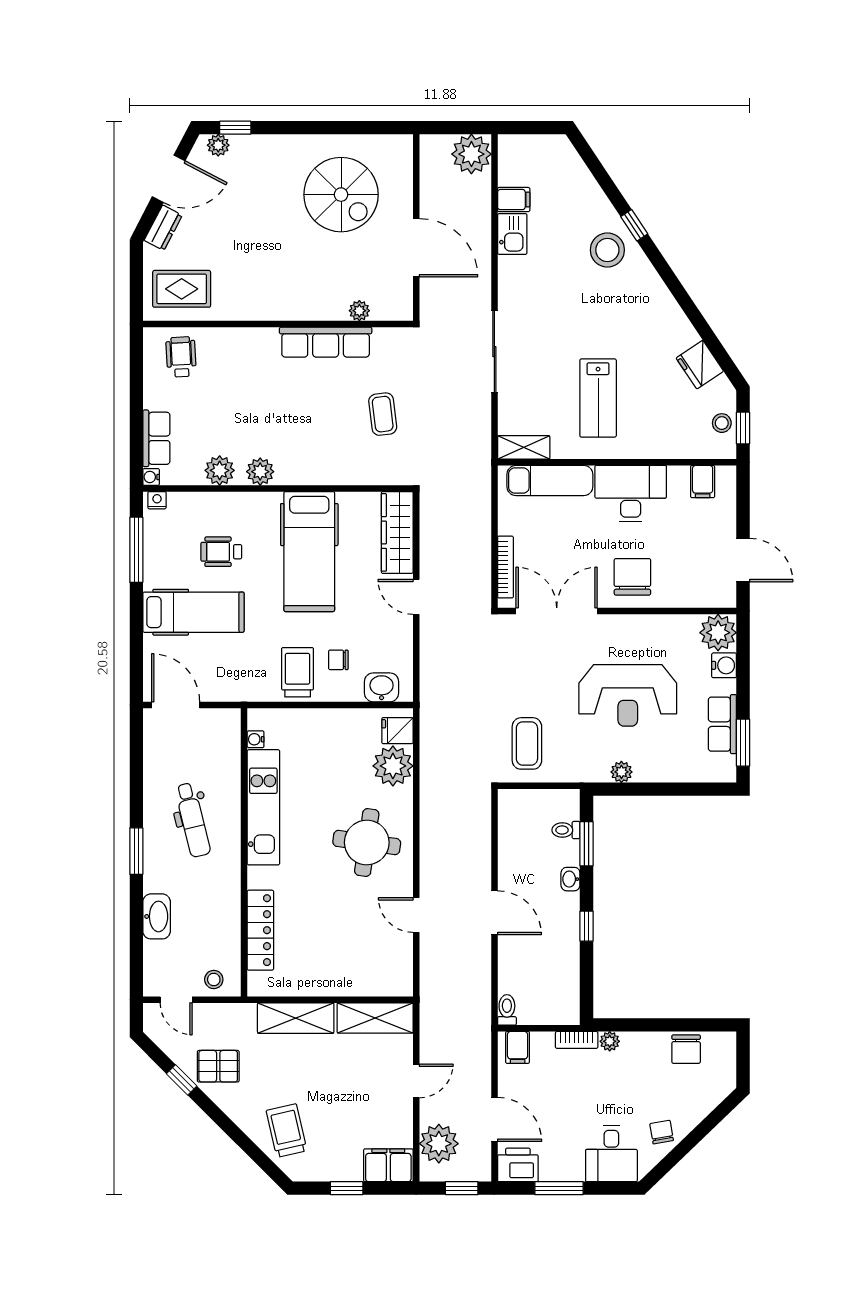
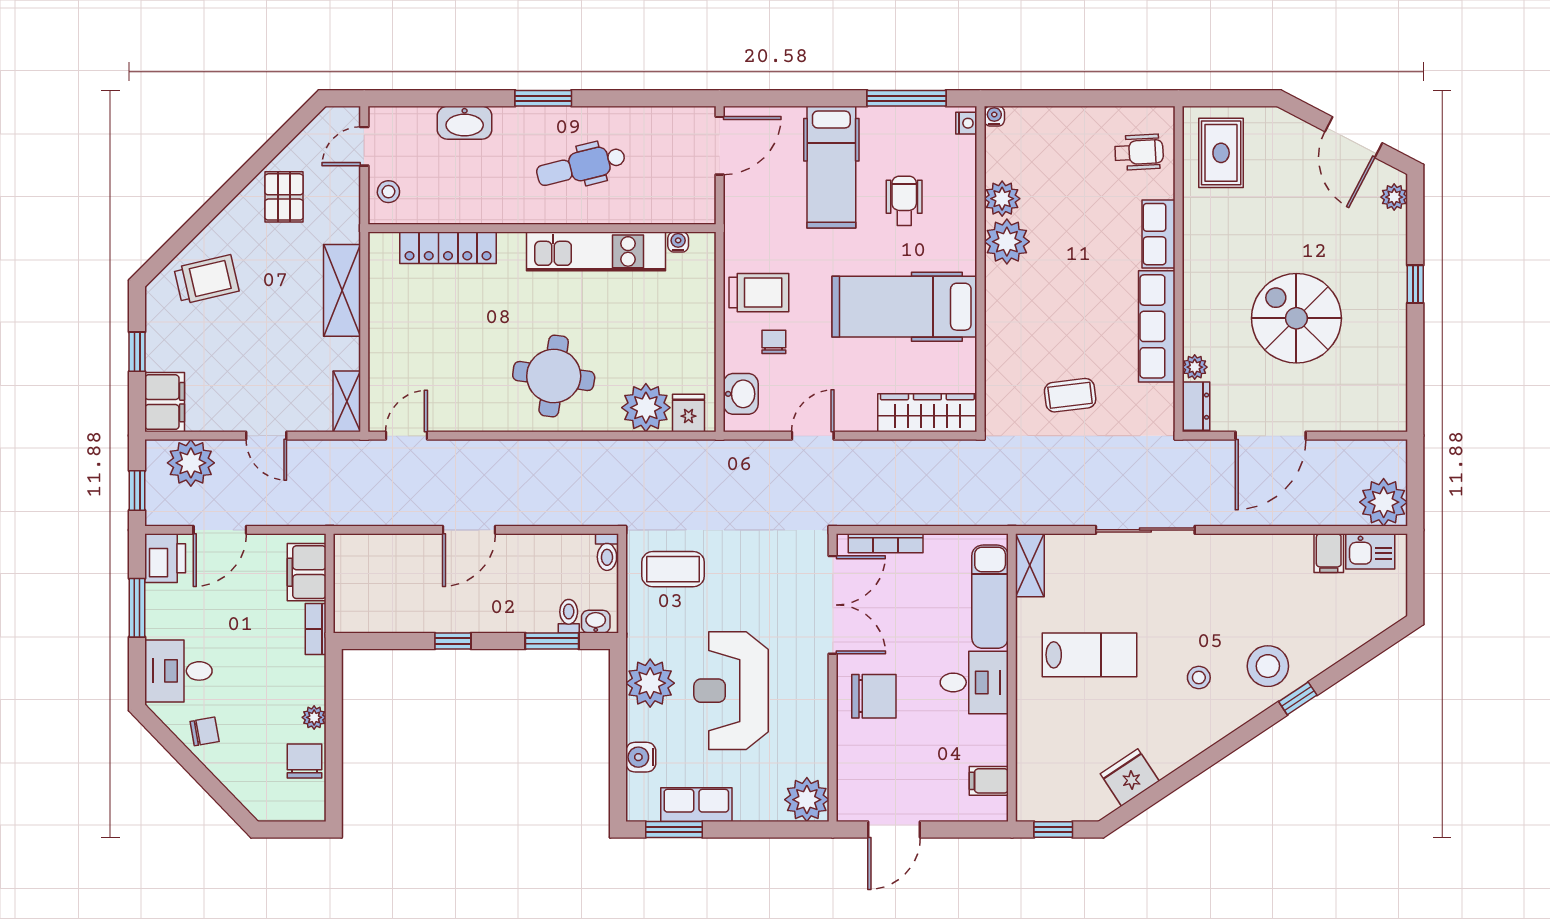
window: (235, 128) -> (1415, 284), moved
spiral stairs: (341, 195) -> (1296, 318), moved, turned 90
dresser: (163, 228) -> (1196, 406), moved, turned -118
kitchen sink: (512, 234) -> (1370, 551), moved
lab bench: (598, 398) -> (1089, 655), turned 180
stool: (722, 423) -> (1199, 678), moved
row of seats: (156, 438) -> (1158, 234), moved, turned 90
plant: (260, 472) -> (1007, 242), width x1.36, depth x1.36
desk: (631, 494) -> (974, 682), width x0.73
door: (416, 597) -> (813, 436), moved
water cooler: (724, 665) -> (641, 757), moved, turned 90
plant: (621, 772) -> (650, 683), width x1.87, depth x1.87
washbasin: (570, 879) -> (596, 622), moved
door: (416, 915) -> (406, 436), moved
toilet: (507, 1010) -> (607, 552), moved, turned 90
shelving: (375, 1018) -> (347, 401), width x0.67, depth x0.75
plant: (610, 1041) -> (314, 717), moved
filing cabinet: (518, 1047) -> (307, 572), width x2.00
chair: (686, 1049) -> (305, 761), turned 90
window: (182, 1080) -> (268, 153), removed

